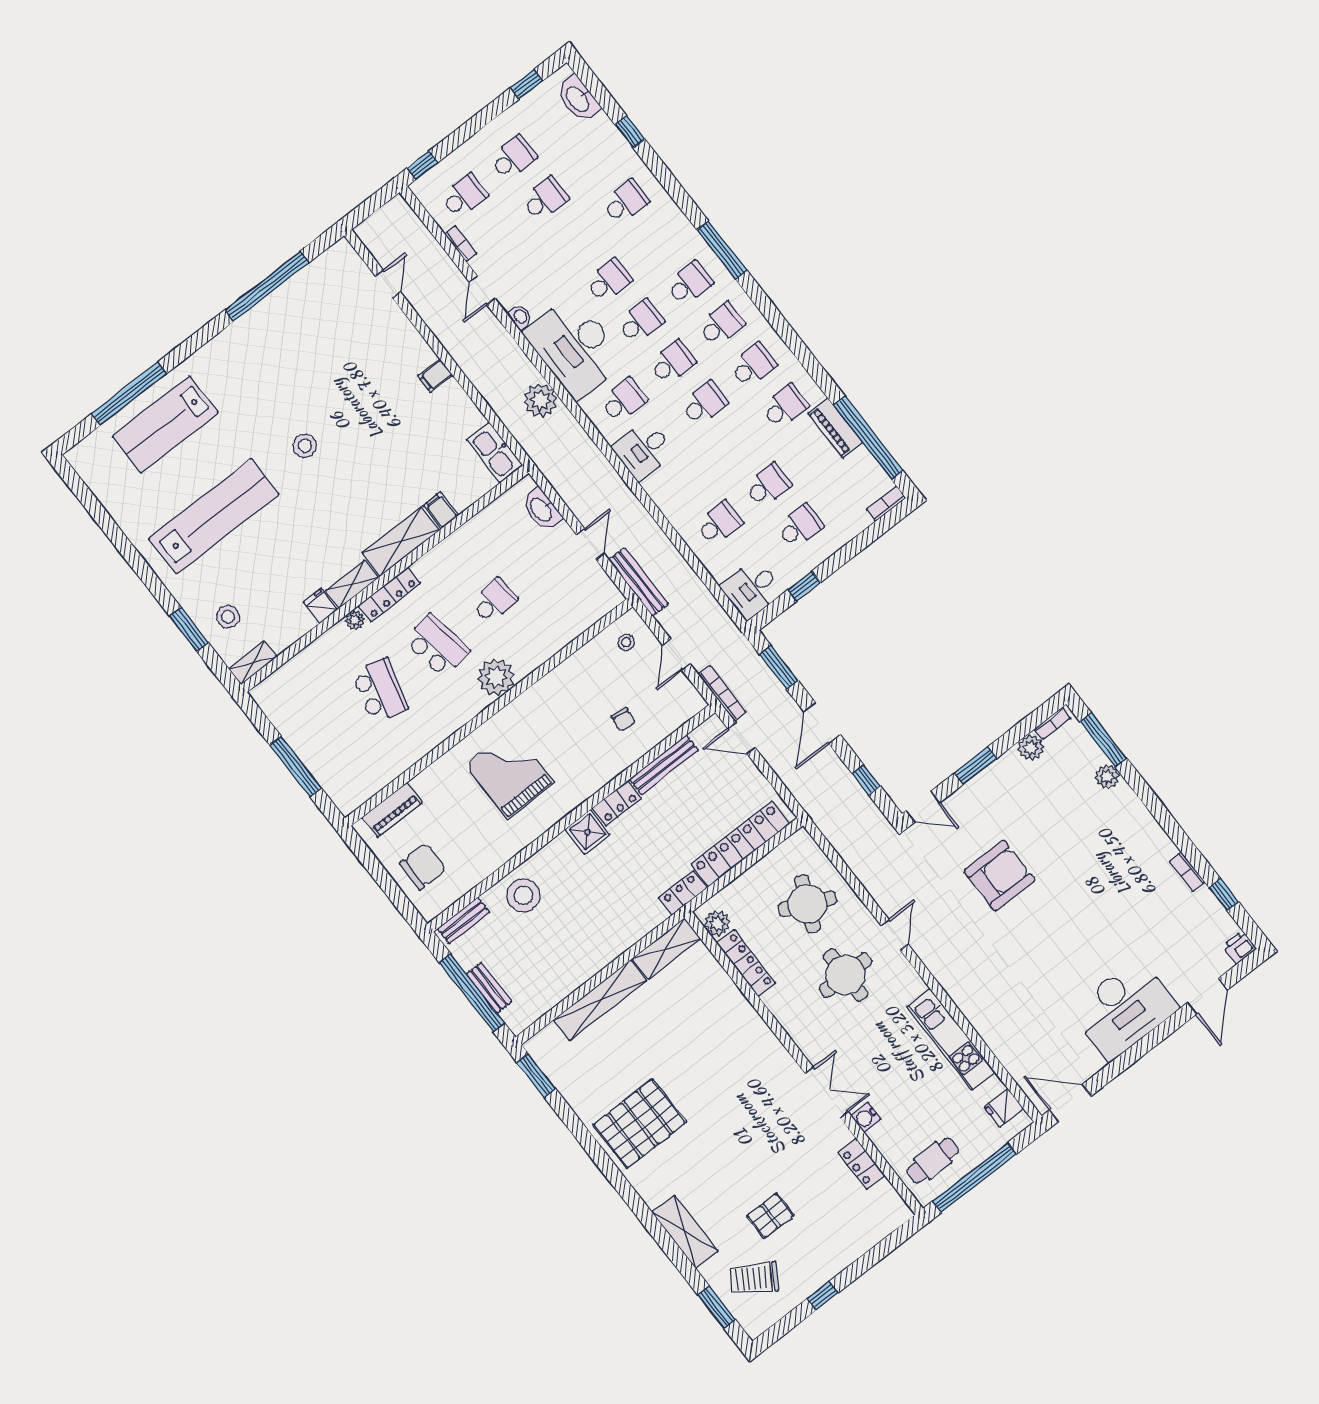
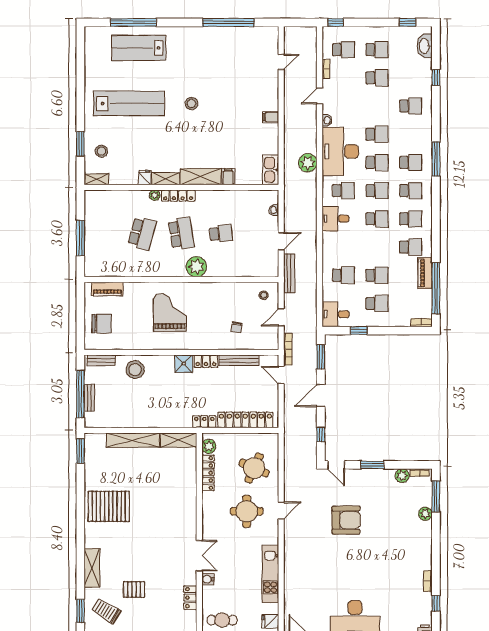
washbasin: (541, 509) -> (274, 210), width x0.52, depth x0.69

